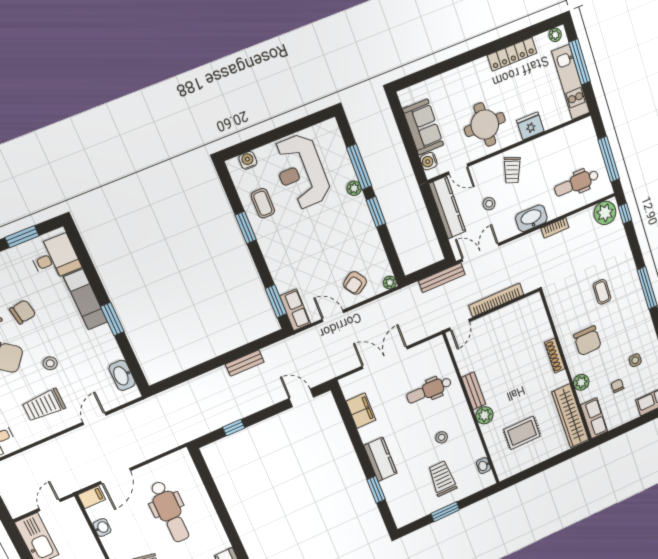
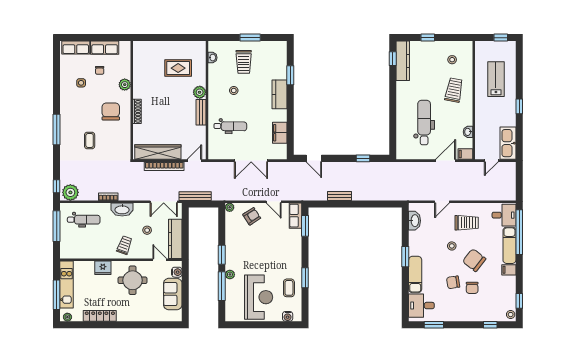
wardrobe: (570, 416) -> (158, 152), moved, turned -90
row of seats: (594, 418) -> (105, 48), moved, turned -90

